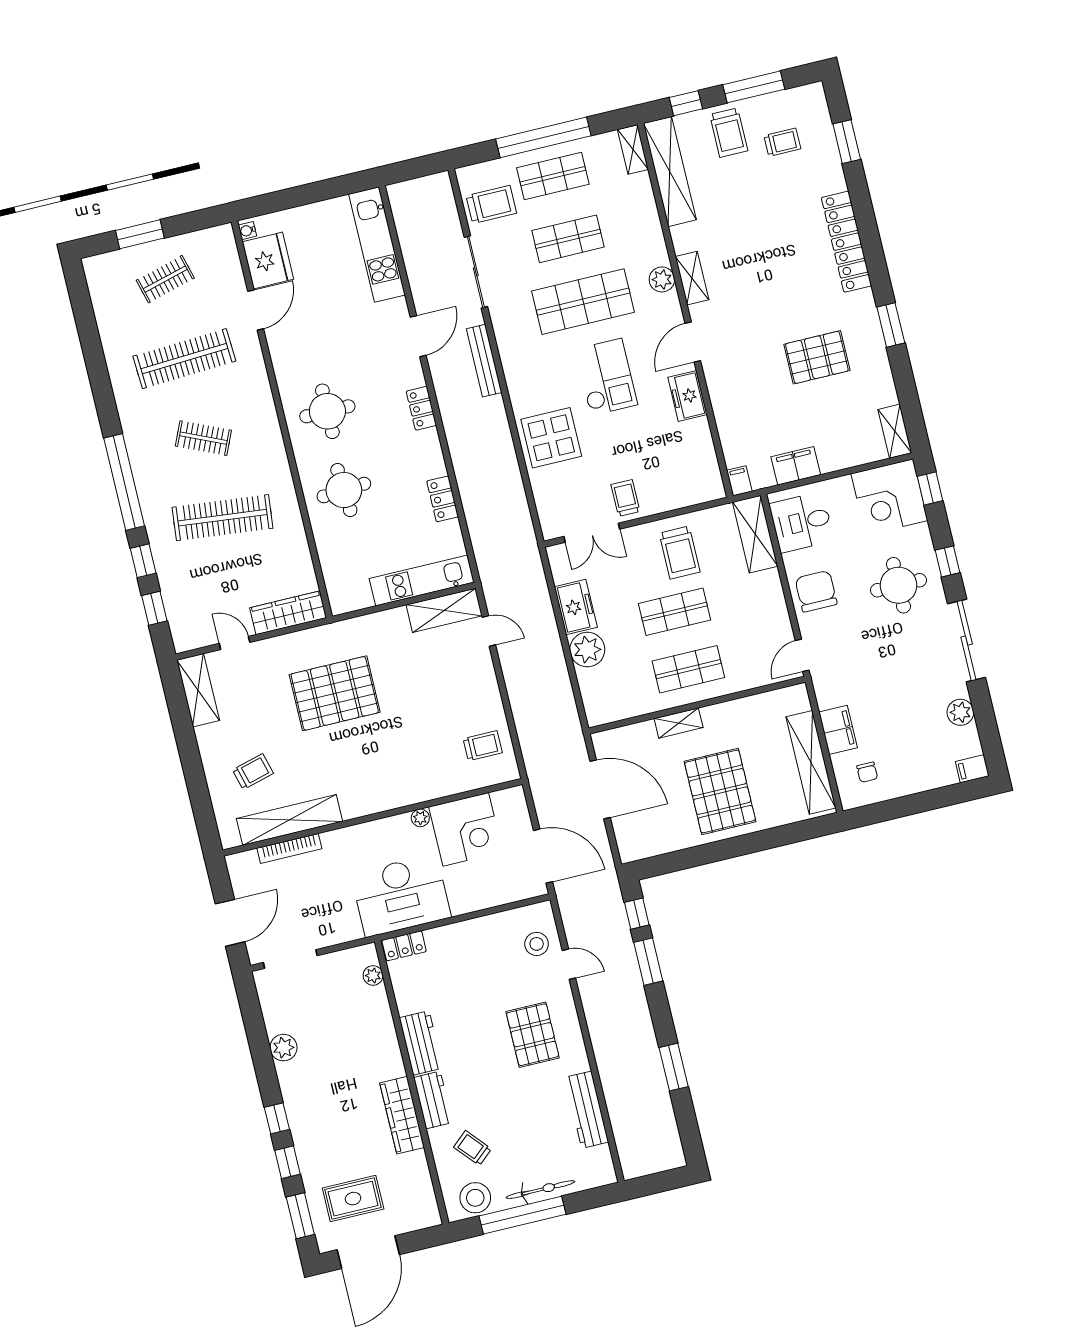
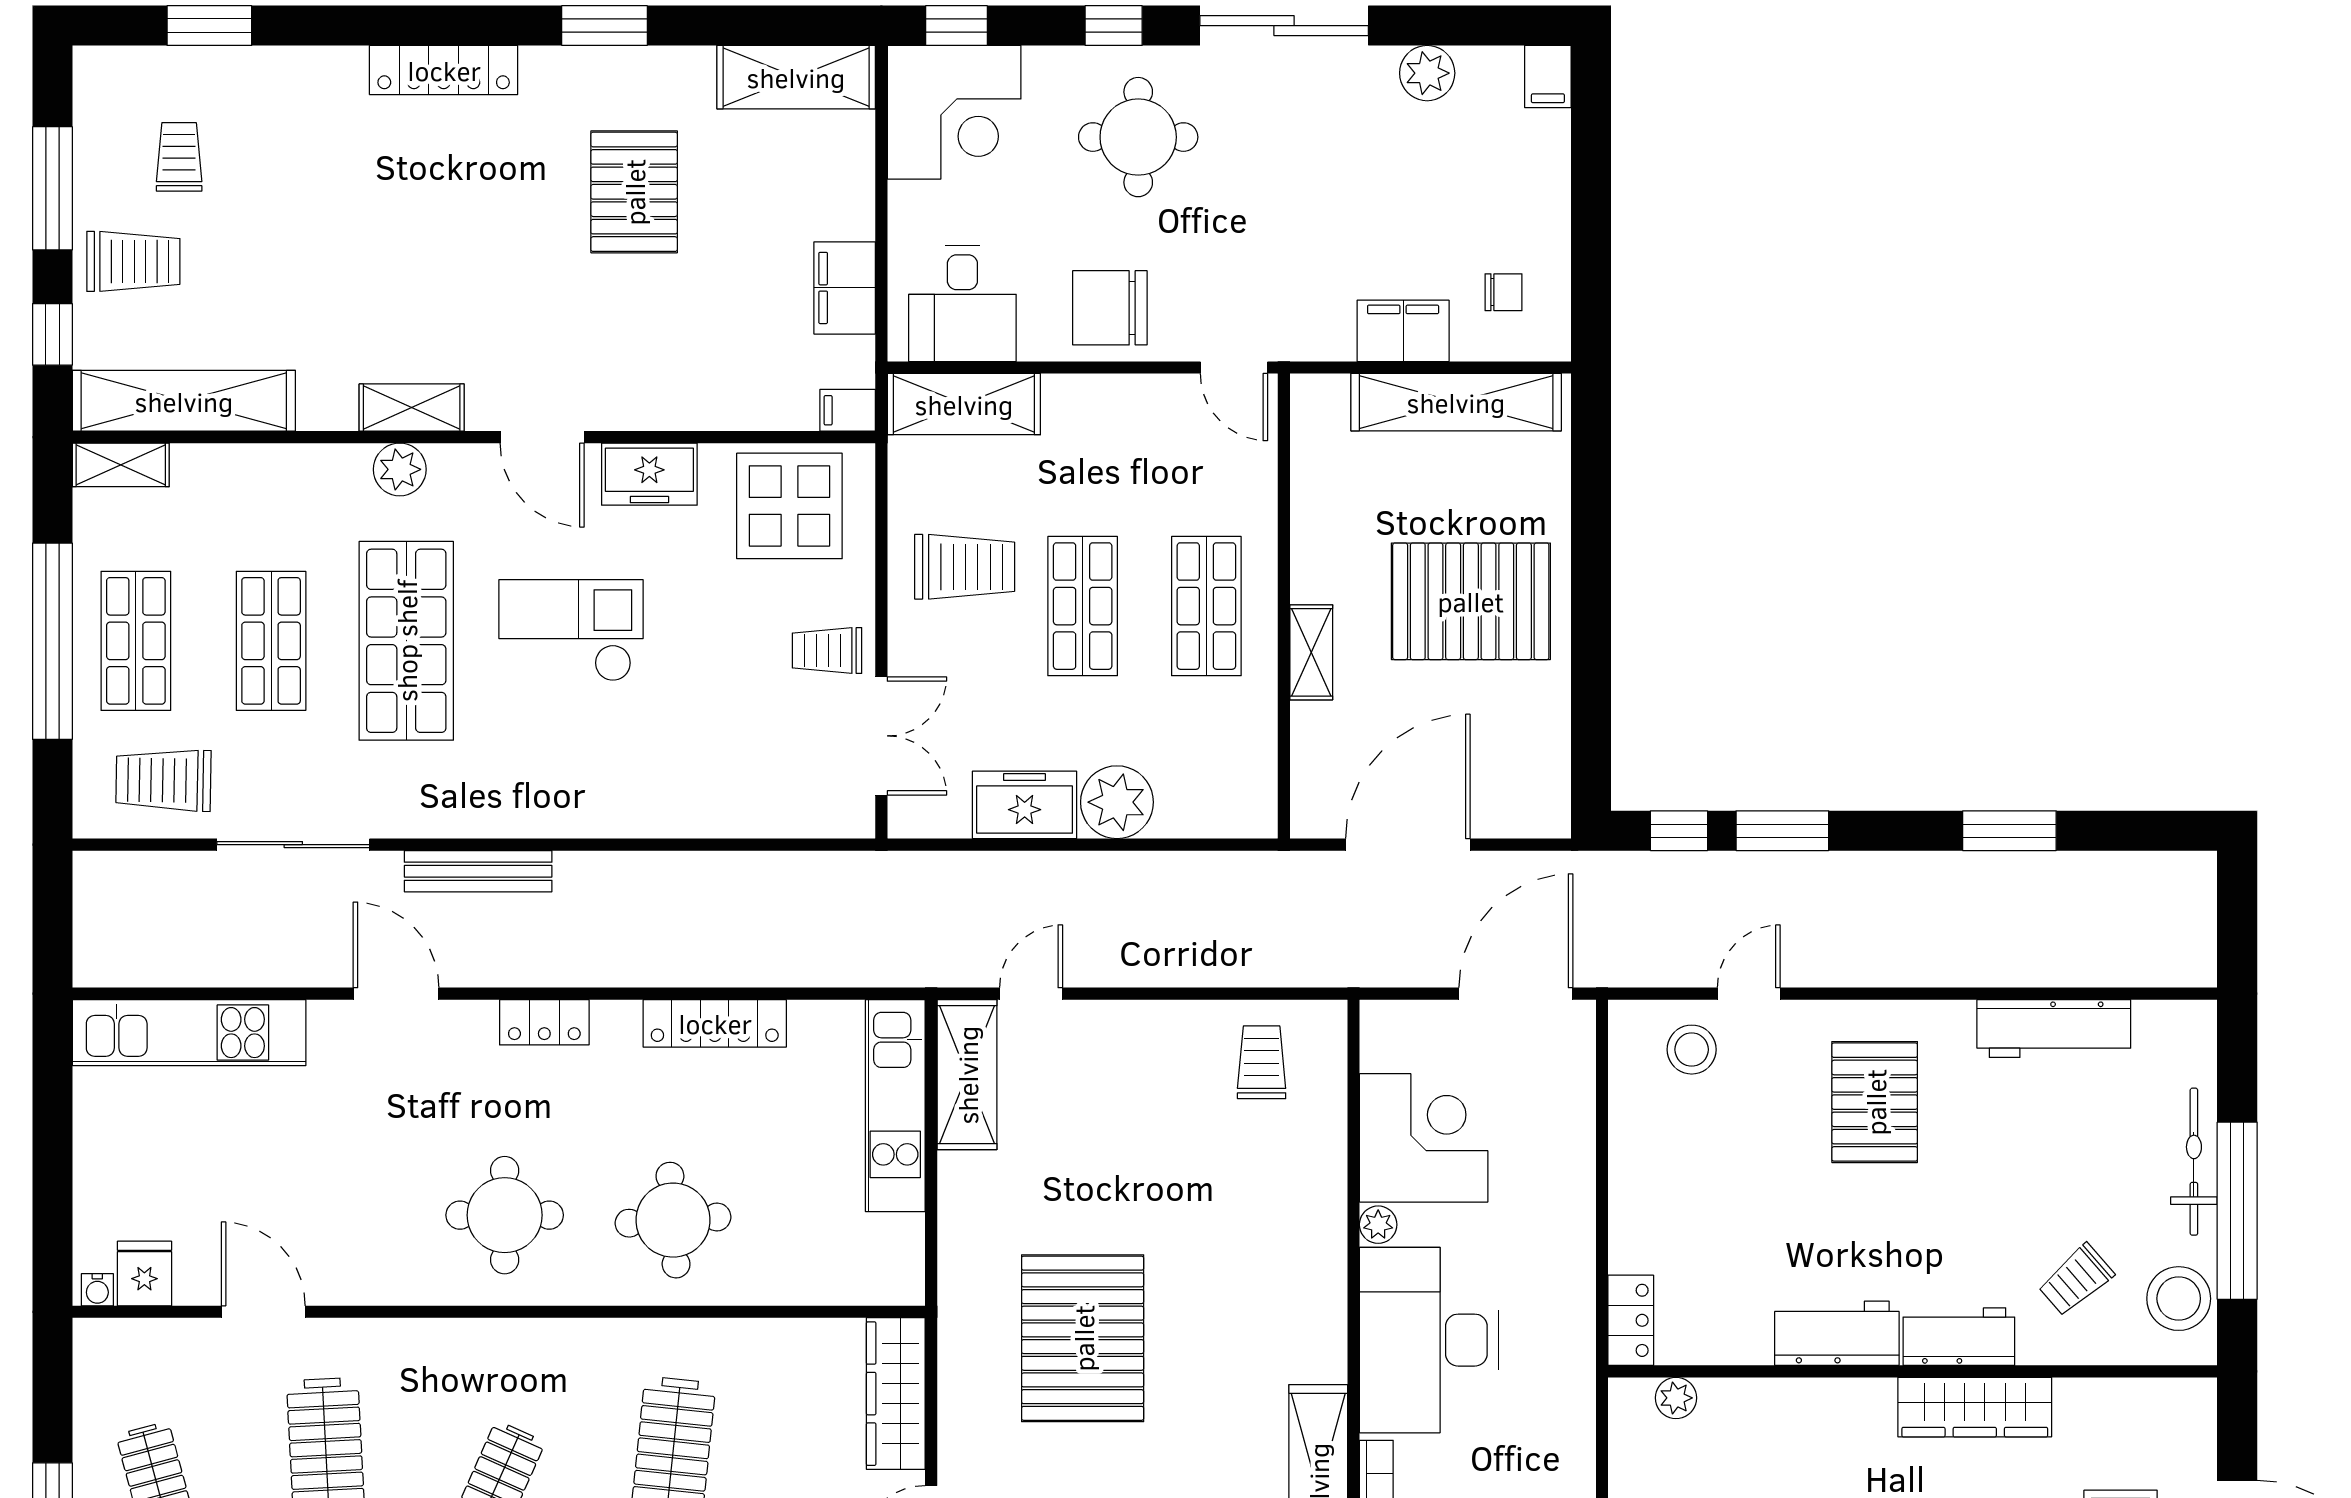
trolley: (491, 204) -> (164, 780), turned -89
locker: (846, 242) -> (444, 70), width x0.71, depth x0.83
fridge: (268, 261) -> (144, 1274), width x0.53, depth x0.75
shelving: (895, 431) -> (796, 77), width x1.50, depth x1.33
display table: (551, 438) -> (789, 506), moved
locker: (443, 499) -> (715, 1023), width x1.53
desk: (401, 895) -> (1429, 1340), moved, turned 180
pallet: (533, 1035) -> (1875, 1102), turned 90

